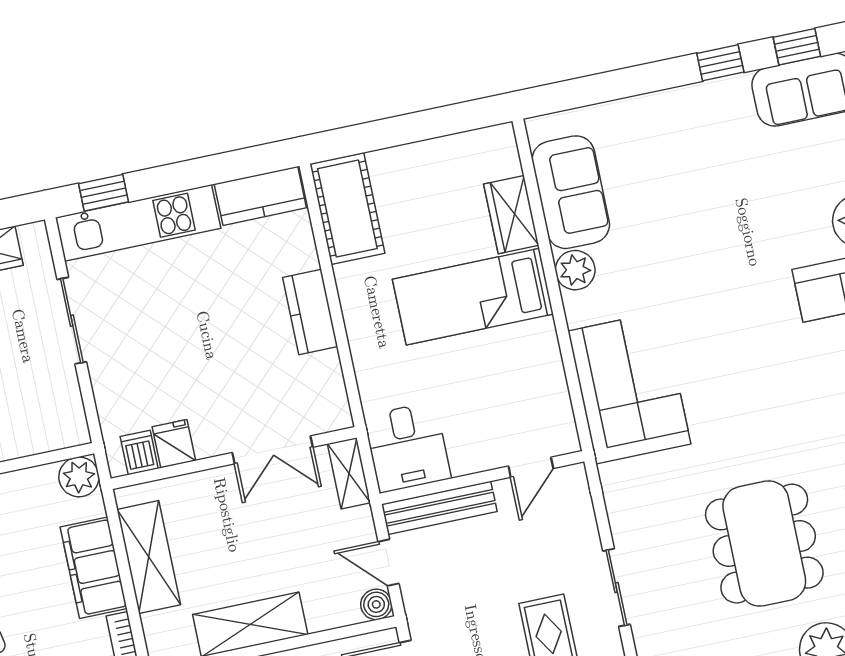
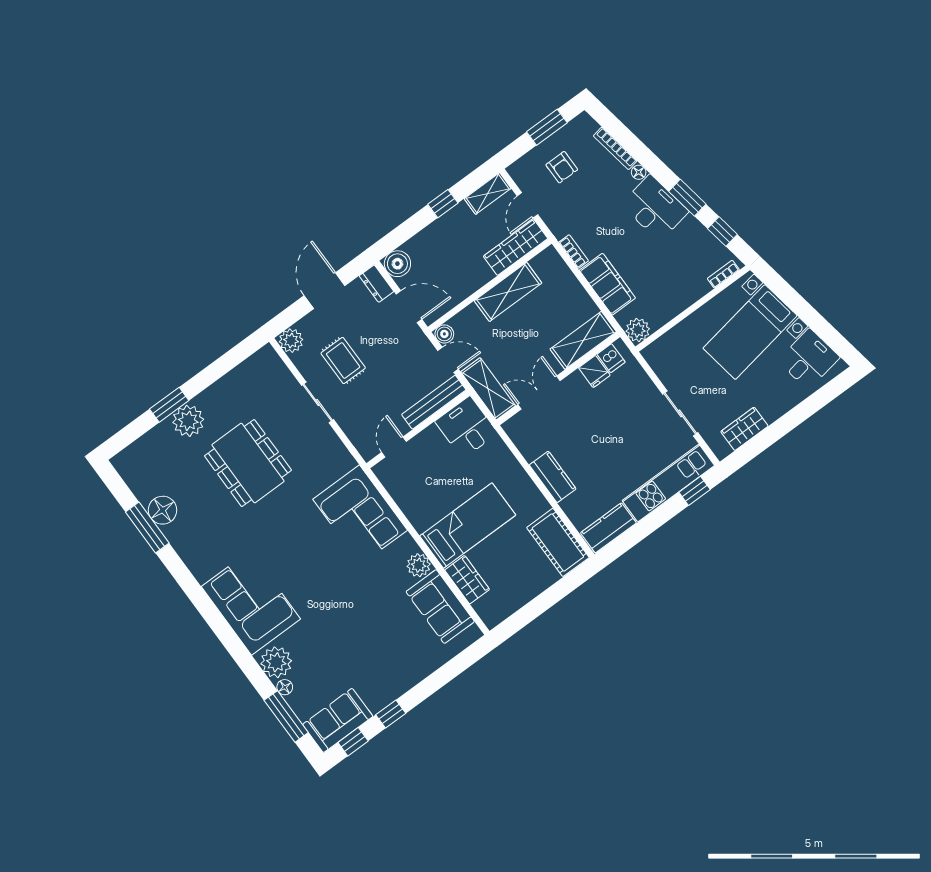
shelving: (349, 473) -> (488, 389), width x1.50, depth x1.33
shelving: (149, 557) -> (583, 340), moved, turned 90

